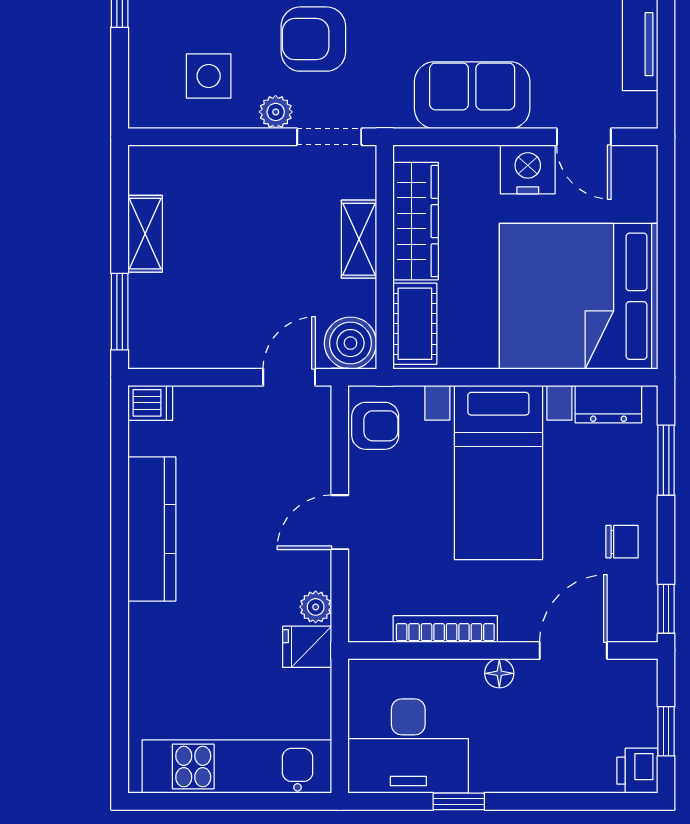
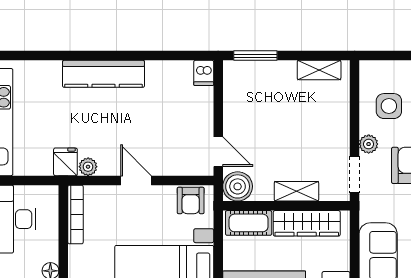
shelving: (145, 234) -> (319, 70), moved
kitchen counter: (152, 529) -> (103, 74), moved
bookcase: (445, 629) -> (76, 214), moved

